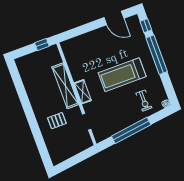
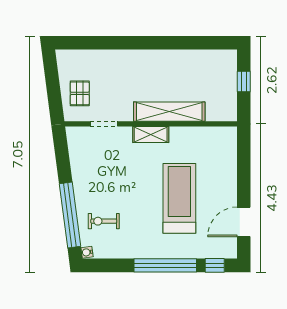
window: (42, 44) -> (244, 81), moved
treadmill: (122, 75) -> (179, 198), moved
pallet: (57, 121) -> (80, 93), moved
window: (131, 130) -> (70, 215), moved

